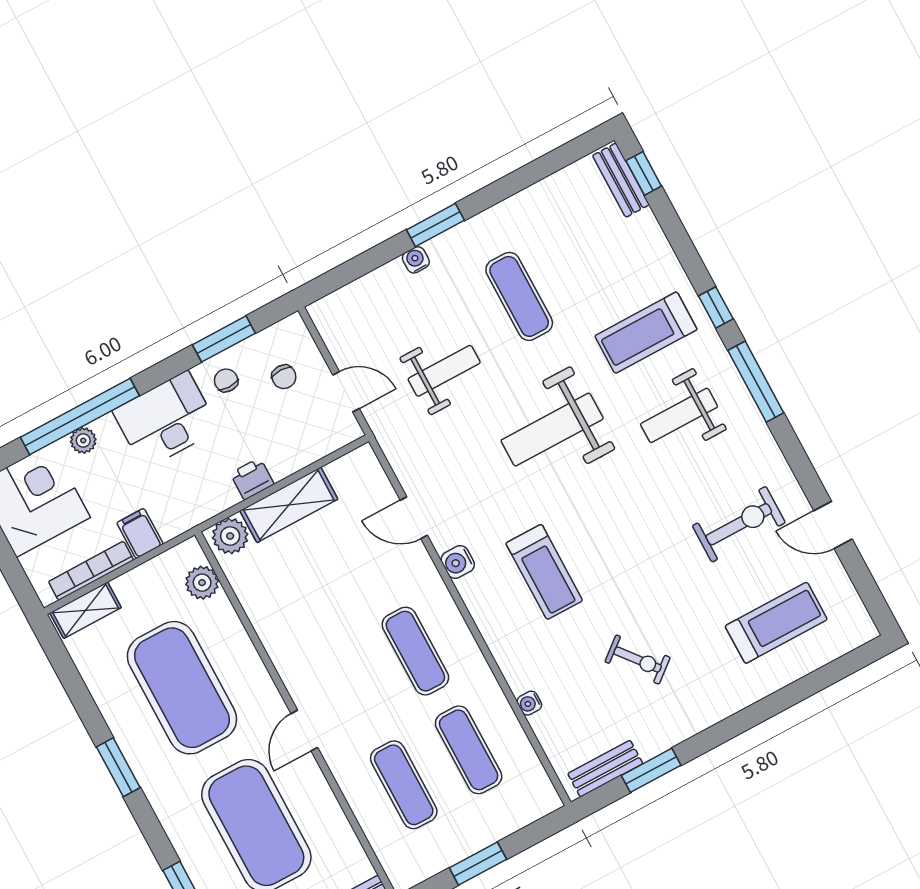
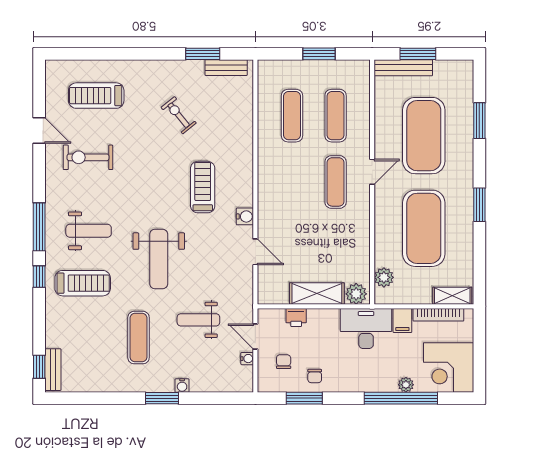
desk: (166, 420) -> (366, 328), moved, turned 180
weight bench: (552, 430) -> (159, 259), turned 90
printer: (252, 479) -> (296, 317), moved
exercise mat: (415, 651) -> (336, 182), moved
water cooler: (529, 703) -> (247, 359), moved

